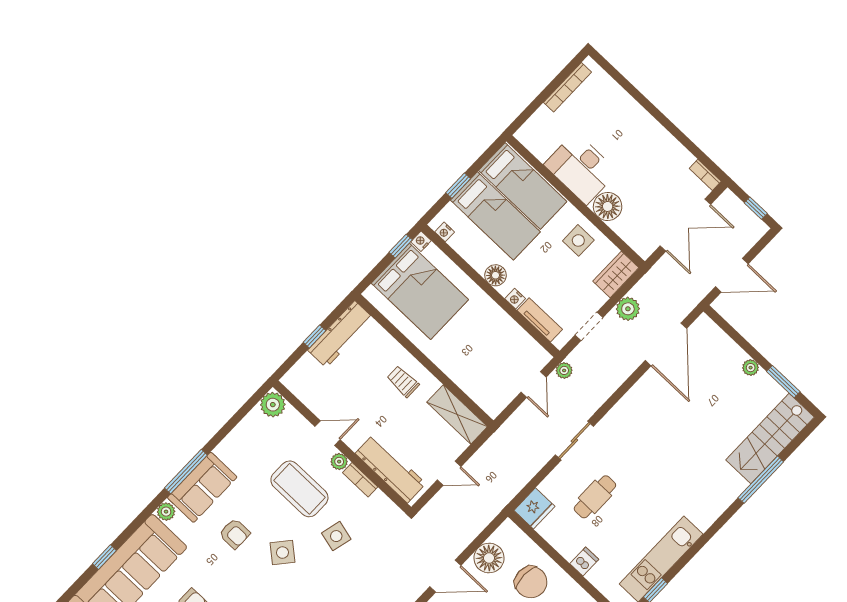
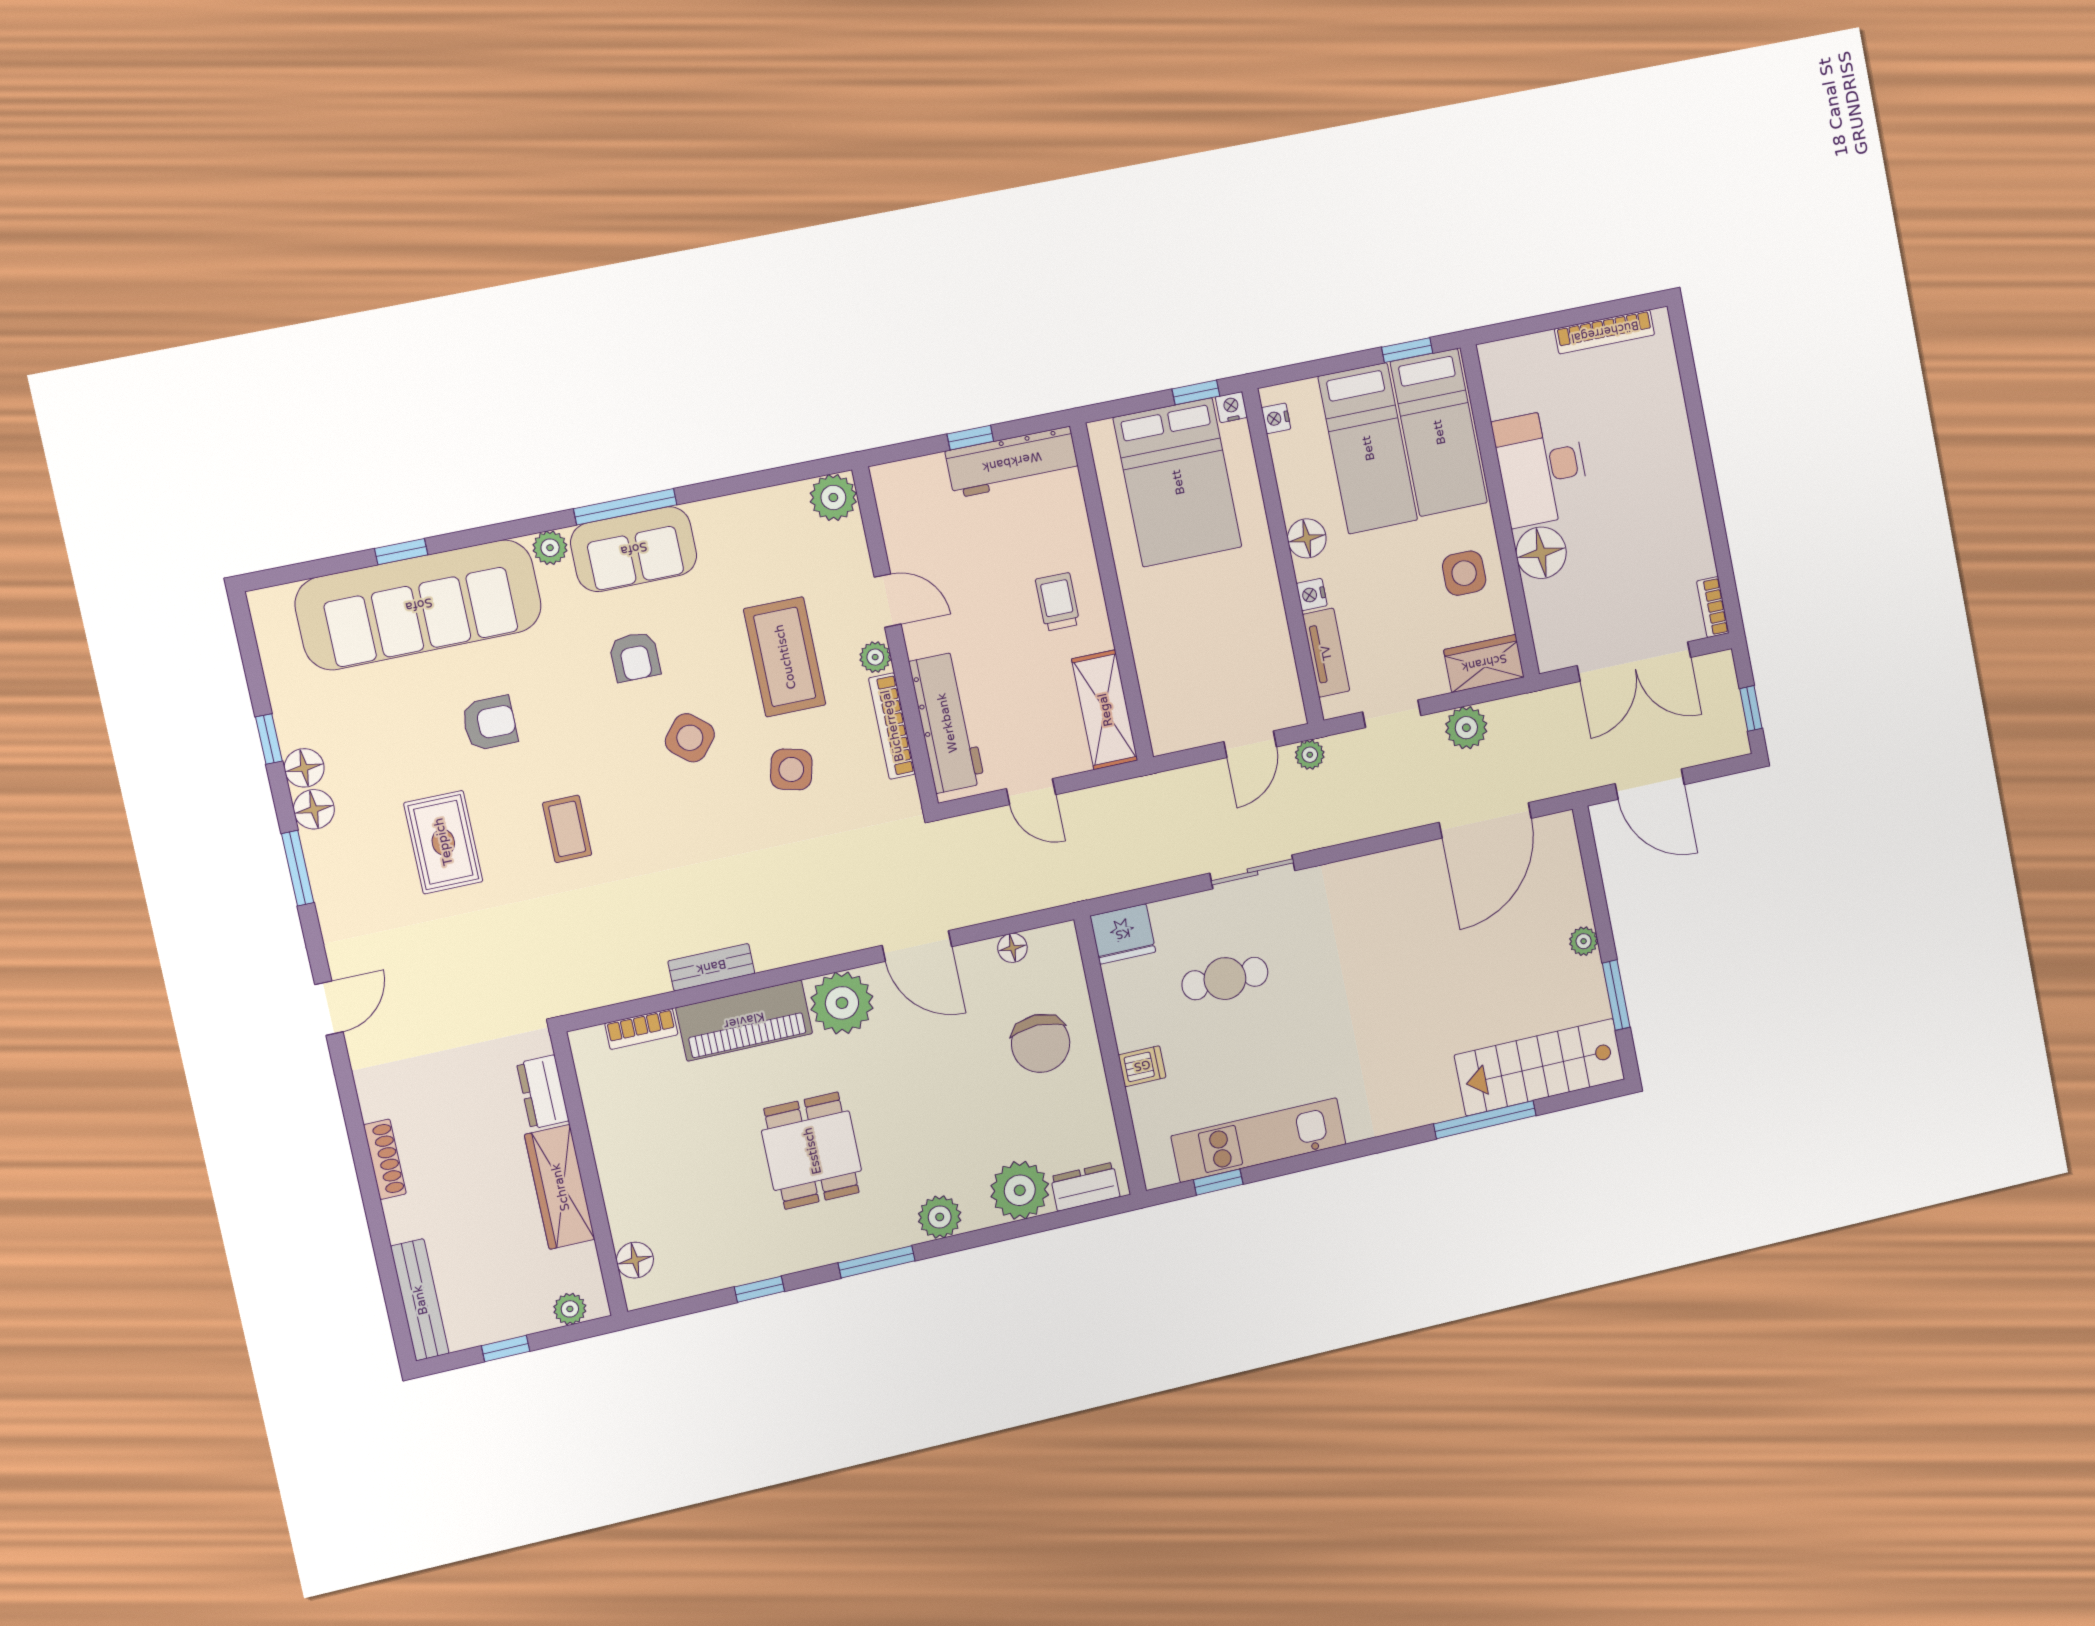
window: (458, 186) -> (1407, 350), moved
bookcase: (360, 480) -> (892, 726), width x1.56
floor lamp: (489, 558) -> (1012, 948), width x0.53, depth x0.53

